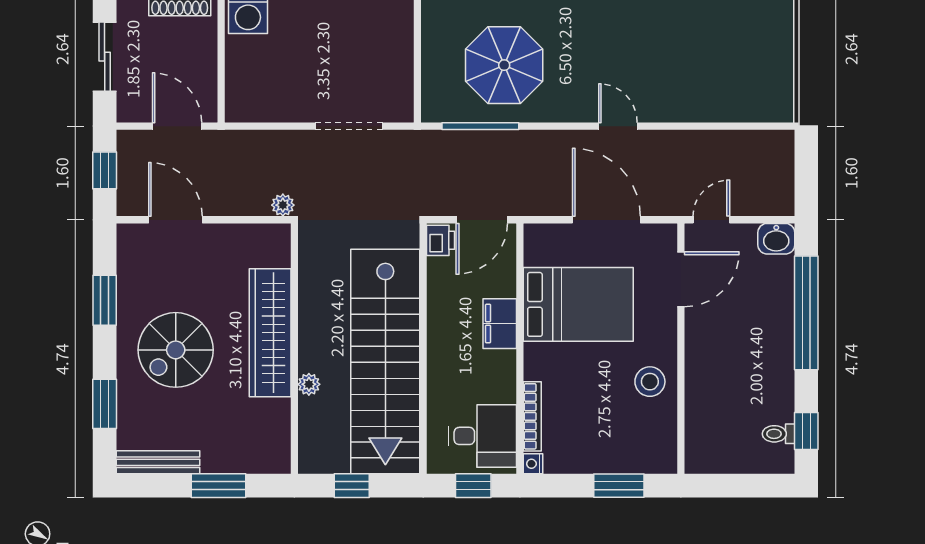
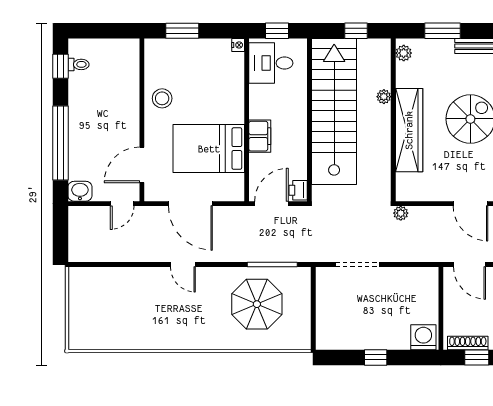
bookcase: (532, 416) -> (239, 76), removed
plant: (278, 451) -> (404, 53), added

